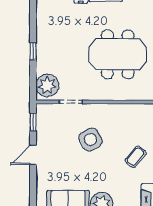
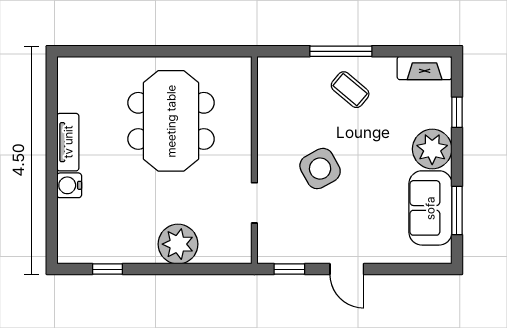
window: (33, 51) -> (108, 269), moved
plant: (47, 85) -> (178, 244), moved

